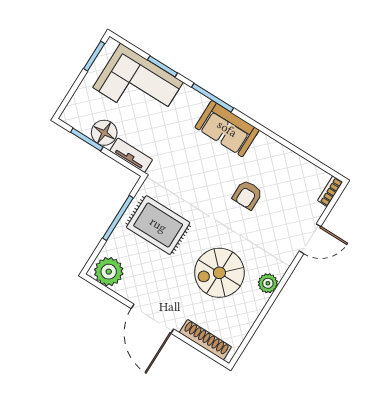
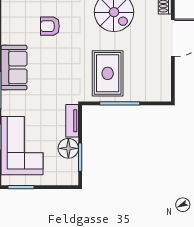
armchair: (247, 195) -> (50, 26), turned 180
plant: (109, 272) -> (160, 87), removed

